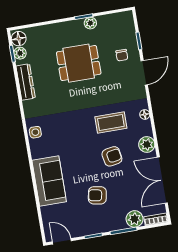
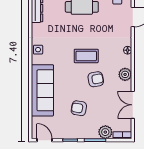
coffee table: (111, 122) -> (86, 56), moved
double door: (162, 180) -> (133, 105), width x0.73
sofa: (49, 181) -> (42, 90), width x1.36

